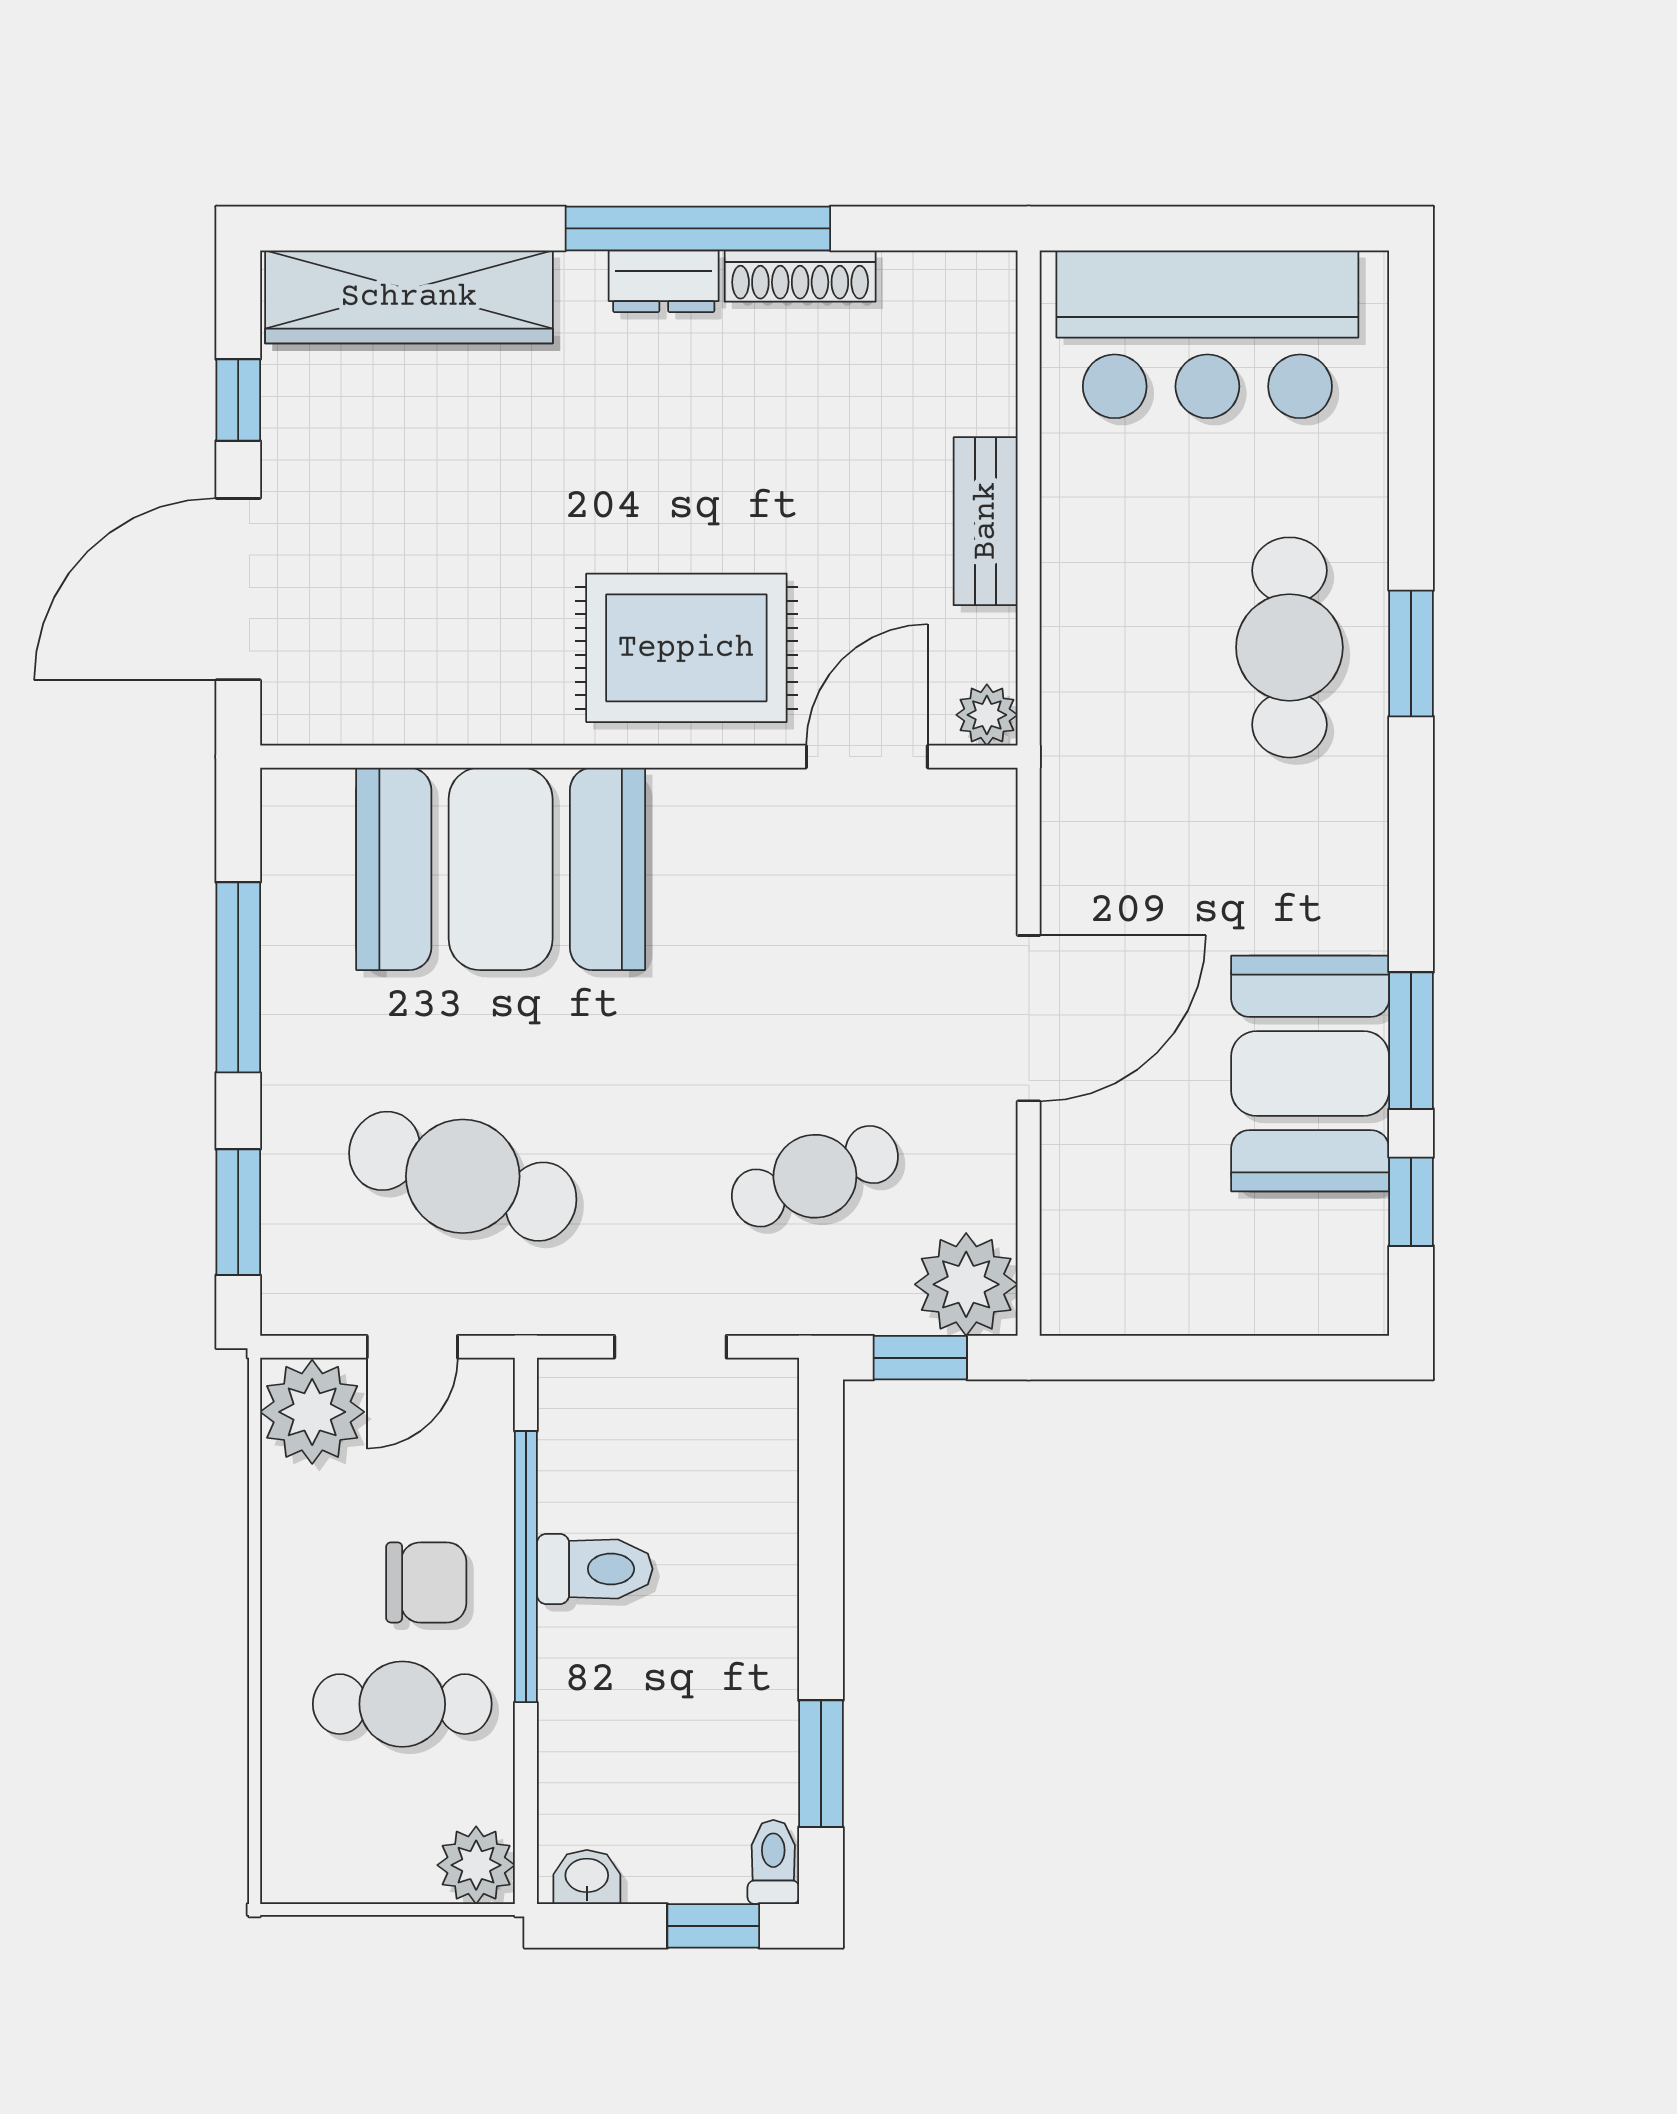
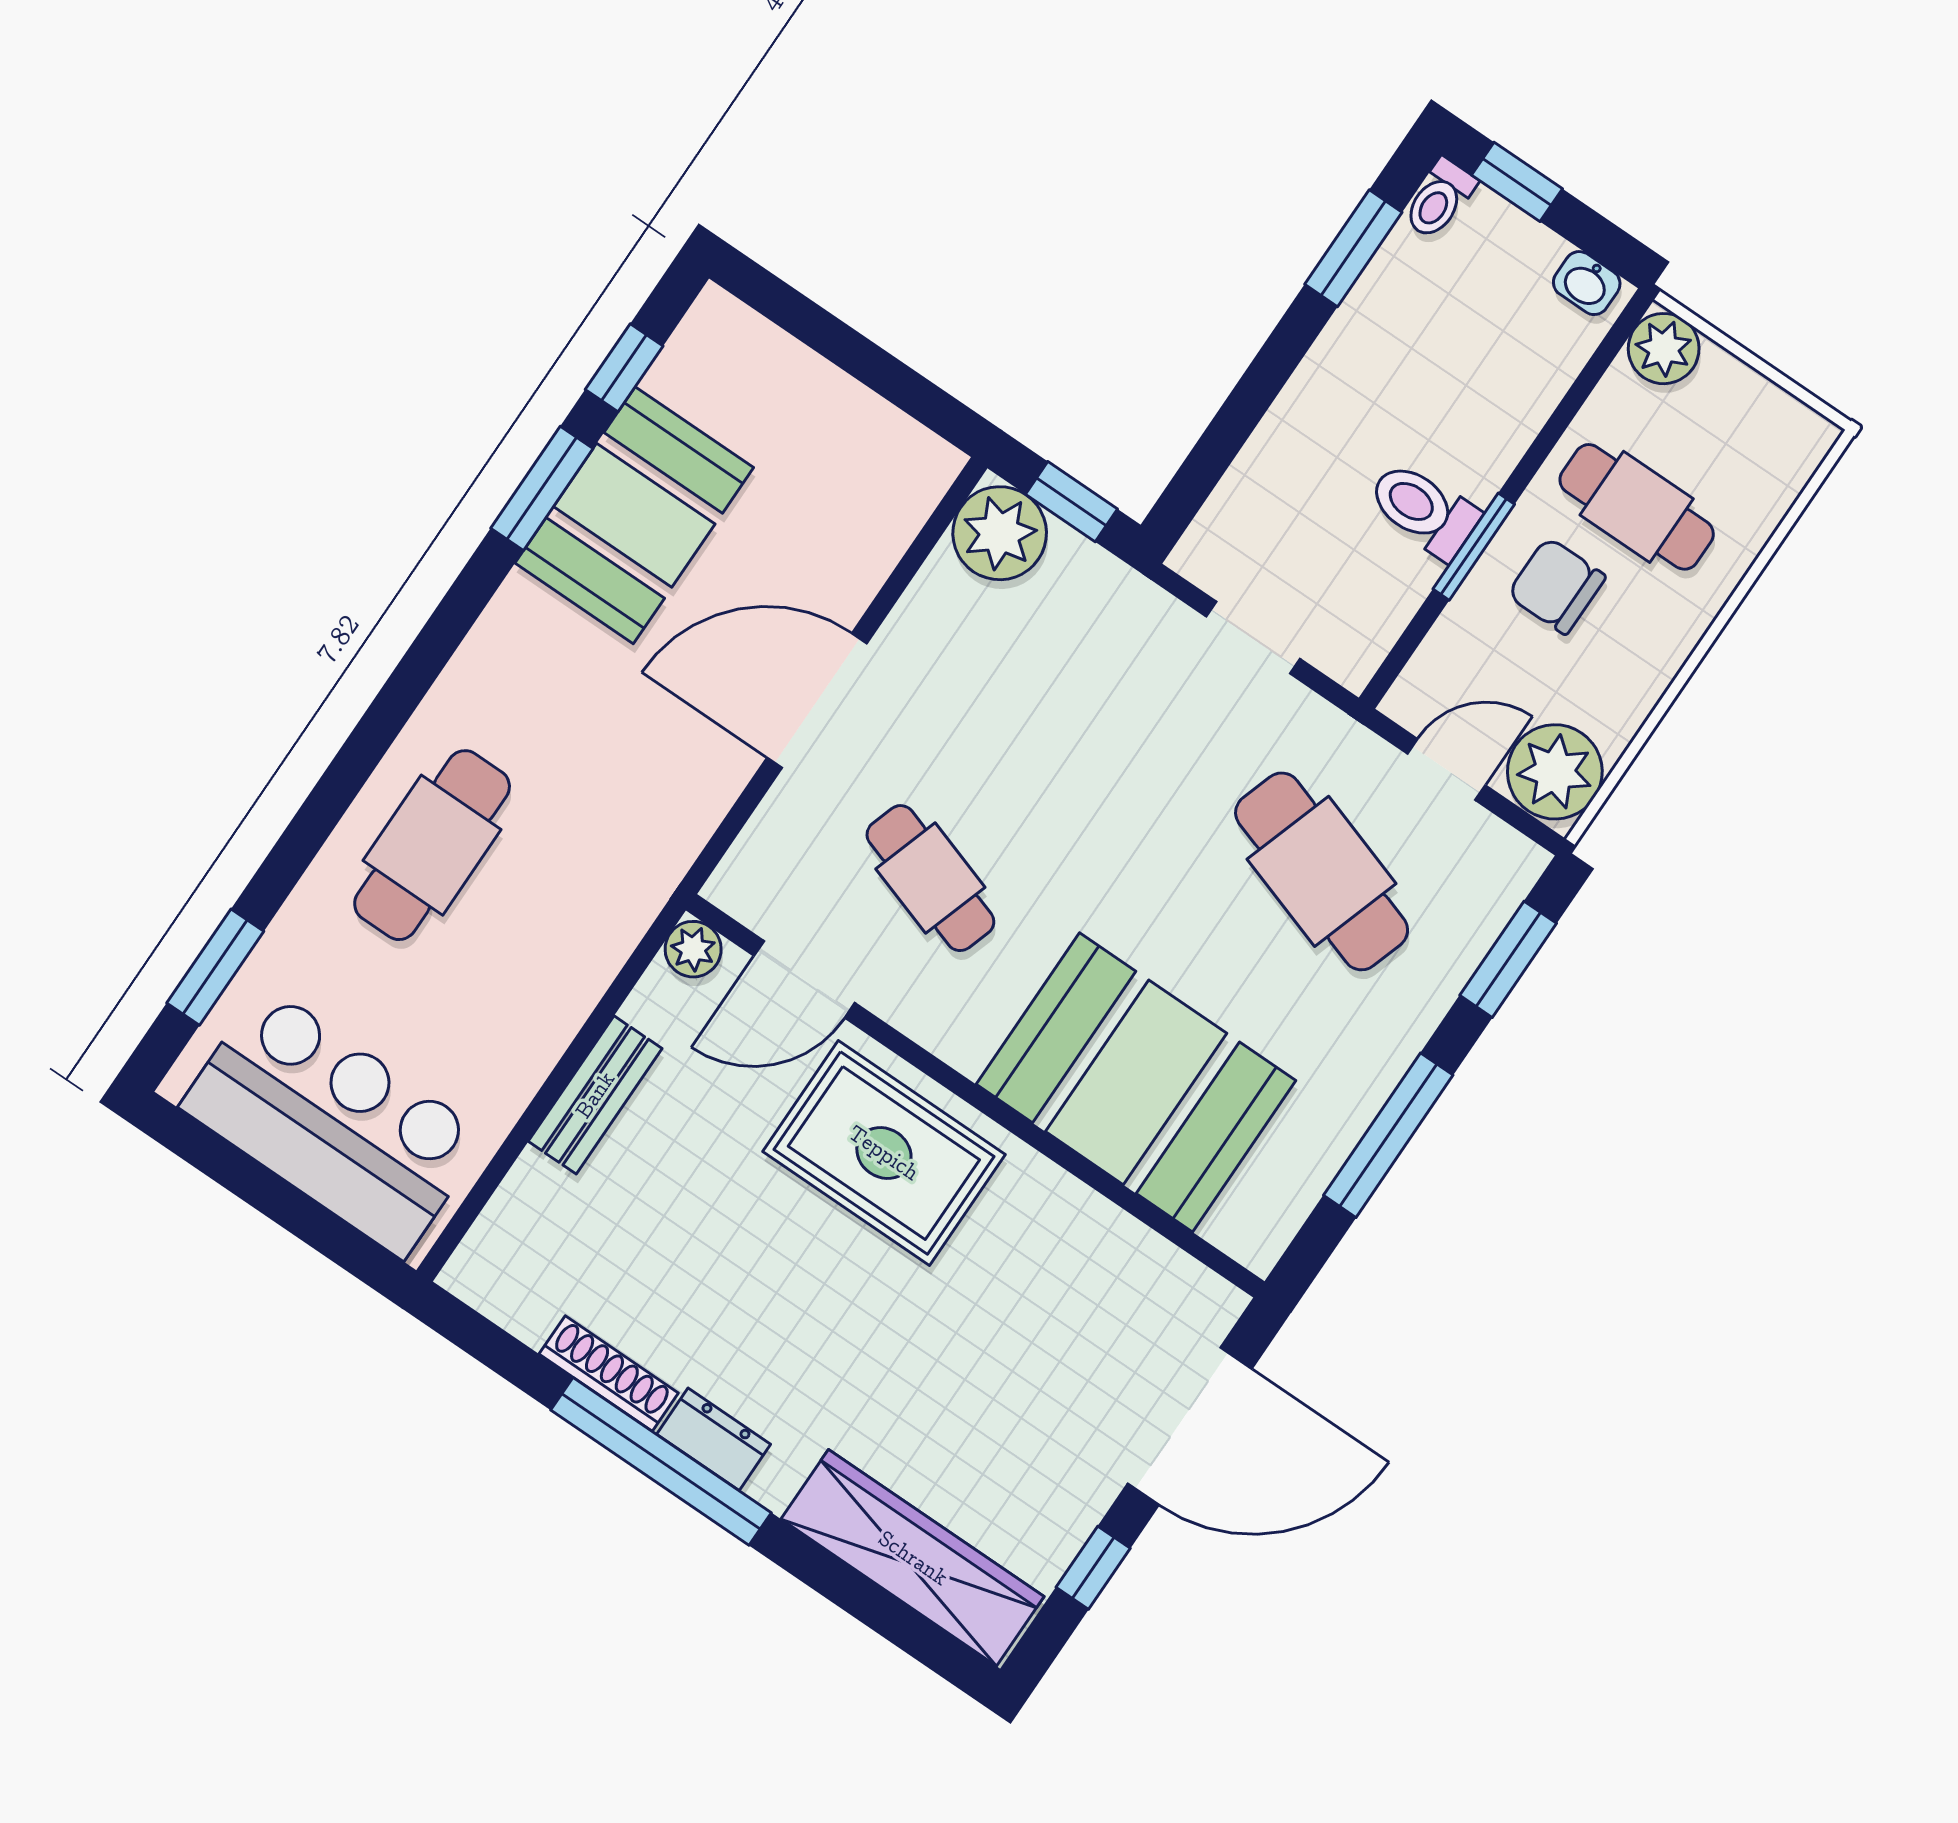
window: (1411, 653) -> (215, 967), moved
cafe table: (815, 1176) -> (930, 878), moved, turned 39
window: (526, 1567) -> (1474, 547), width x0.47

